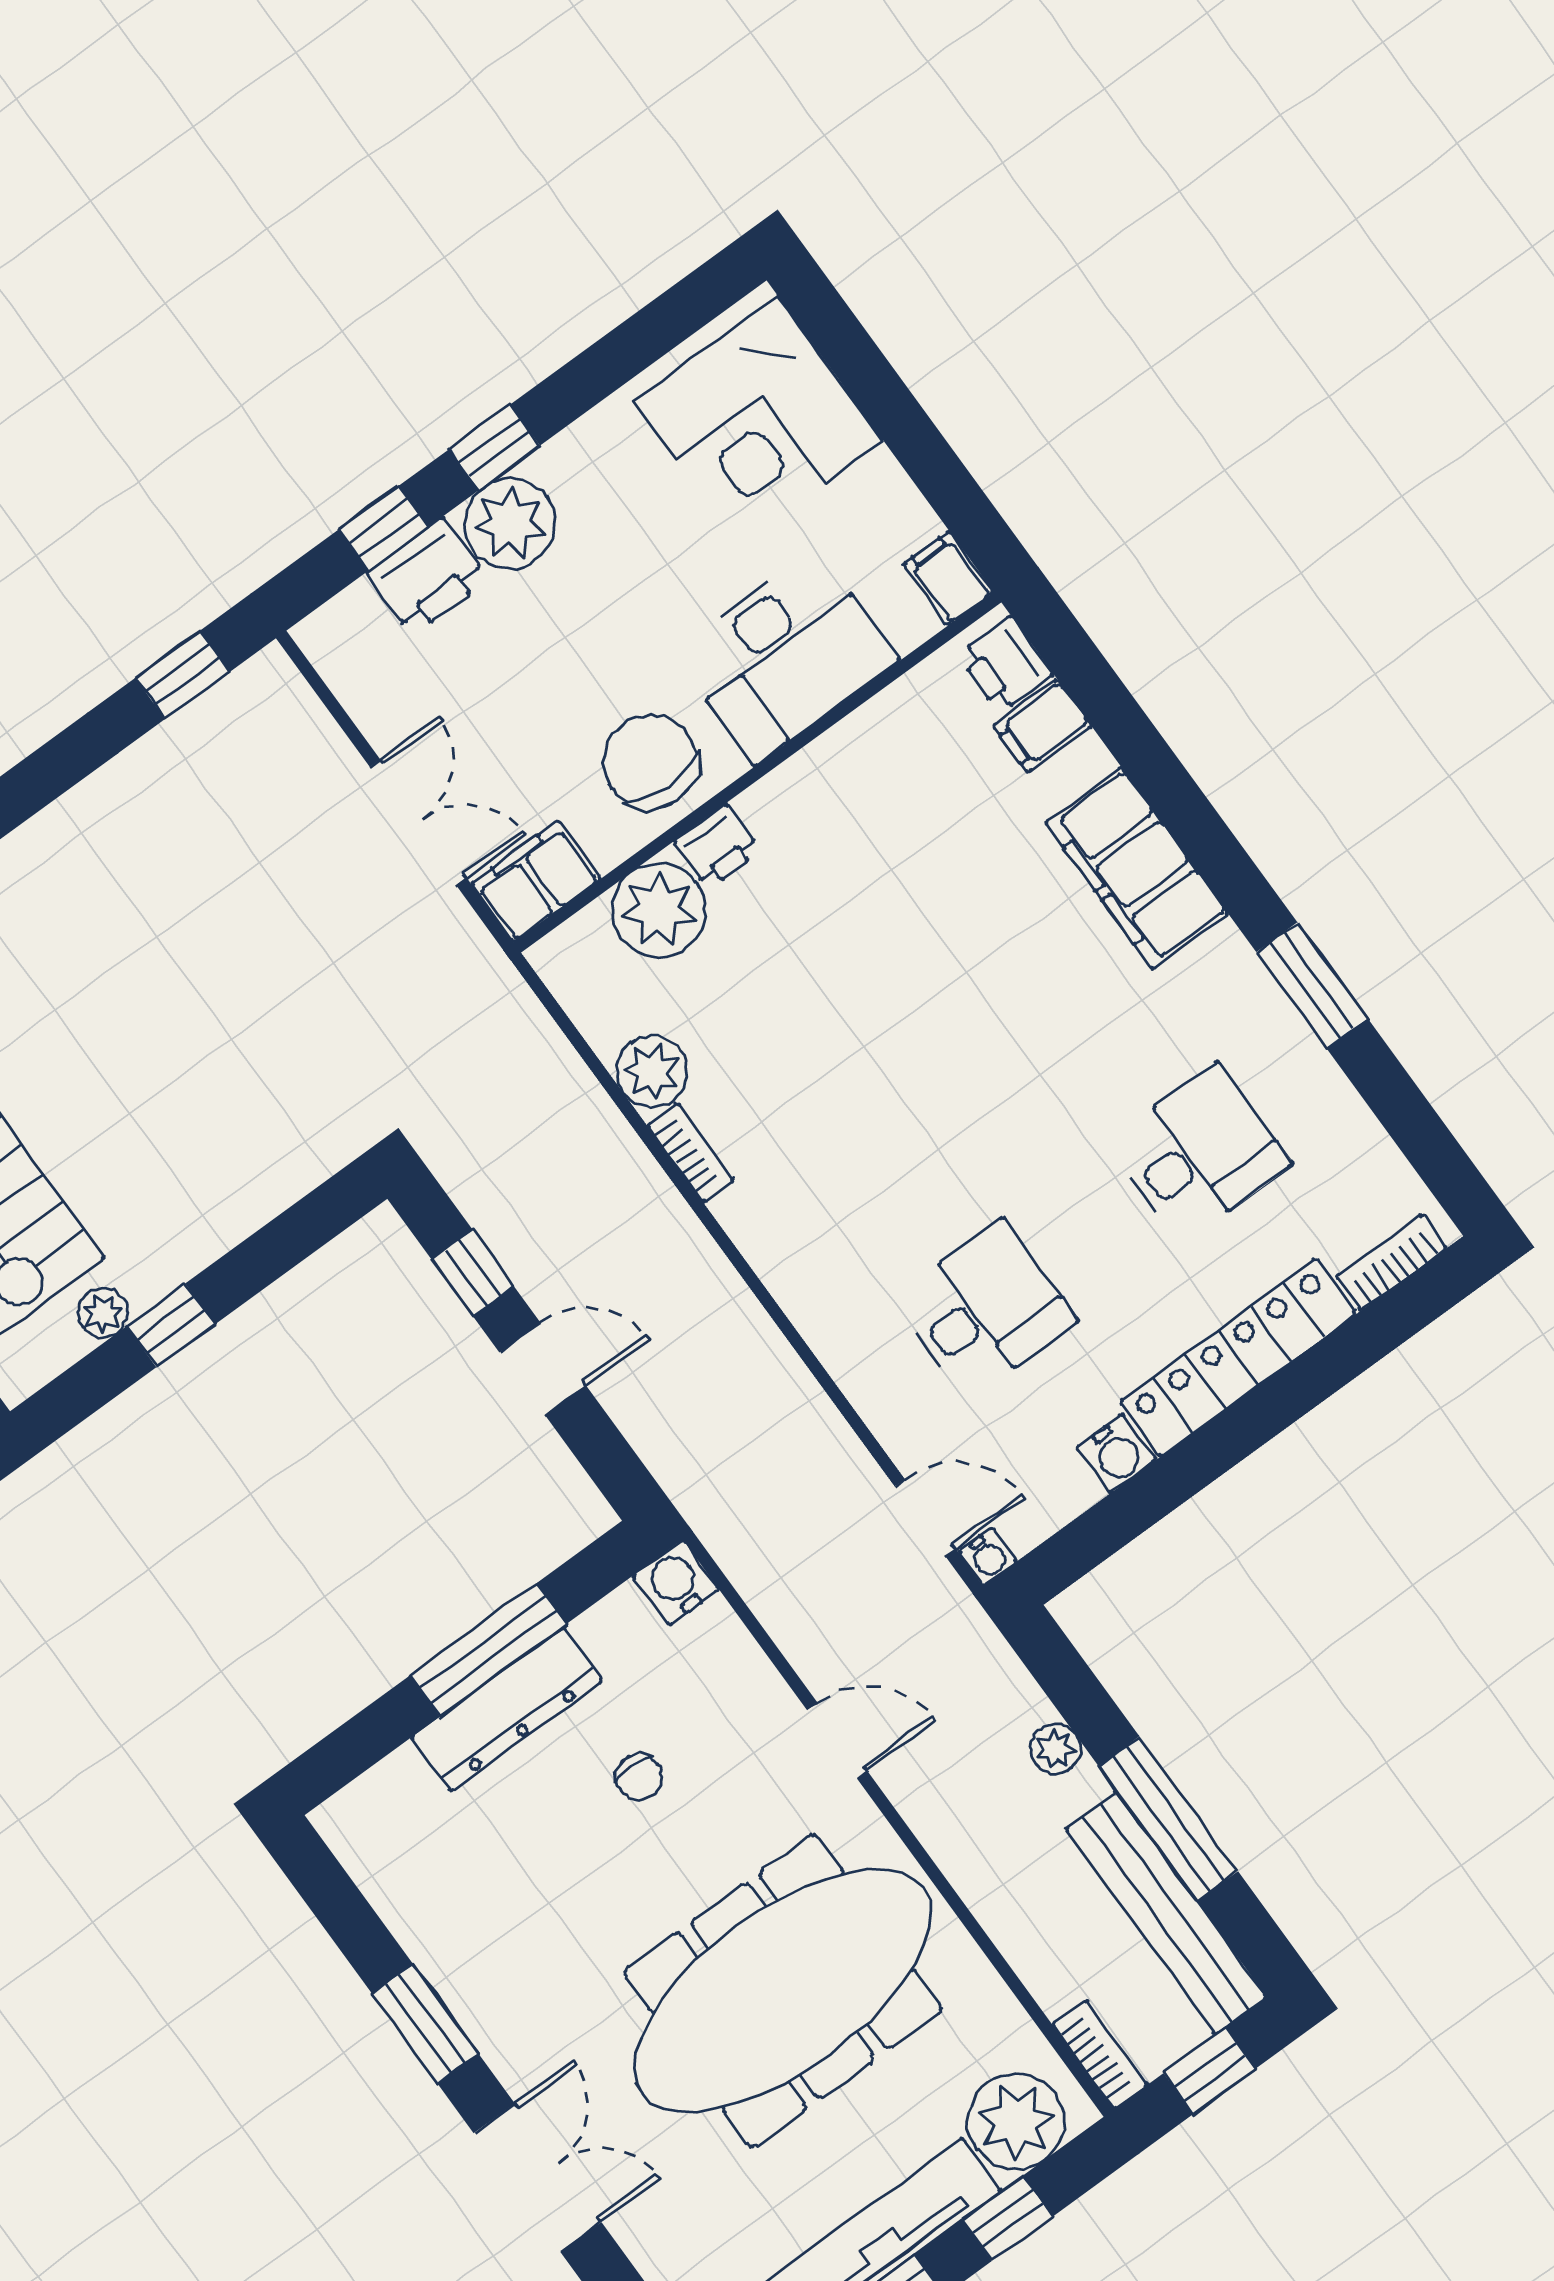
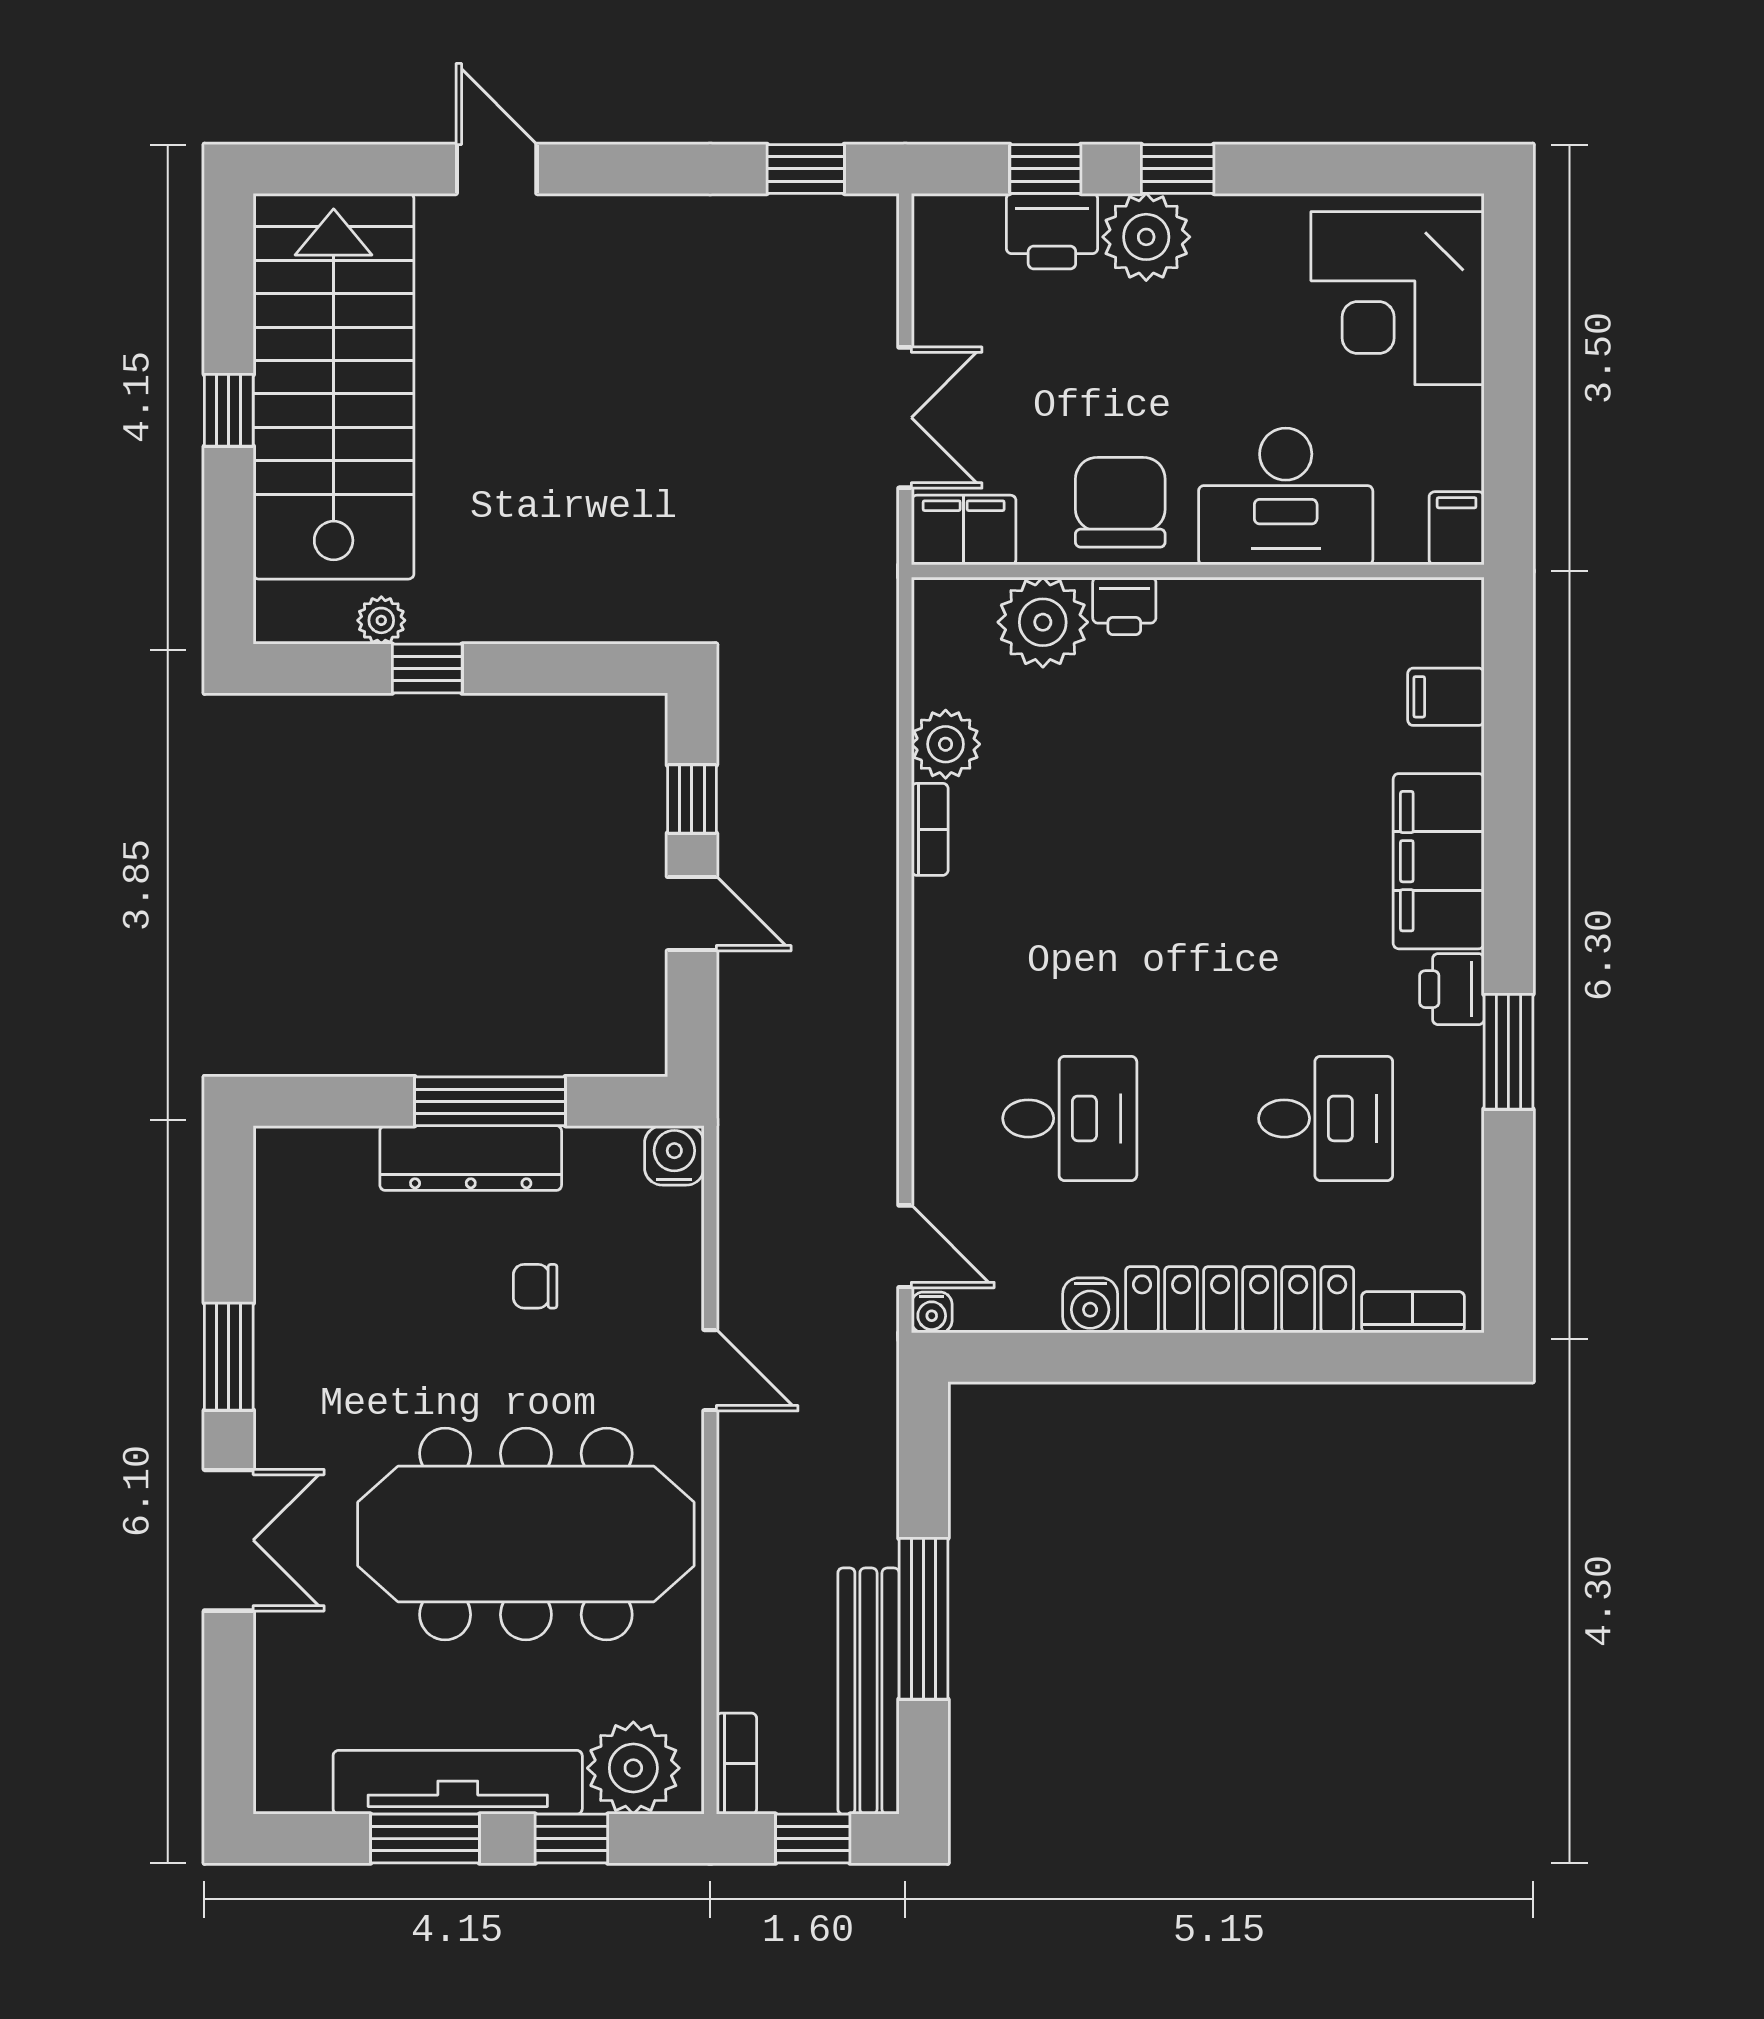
printer: (1005, 664) -> (1452, 989), moved
plant: (1055, 1749) -> (875, 1500), removed
chair: (639, 1777) -> (535, 1286), turned 90

